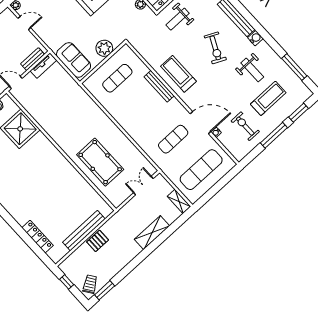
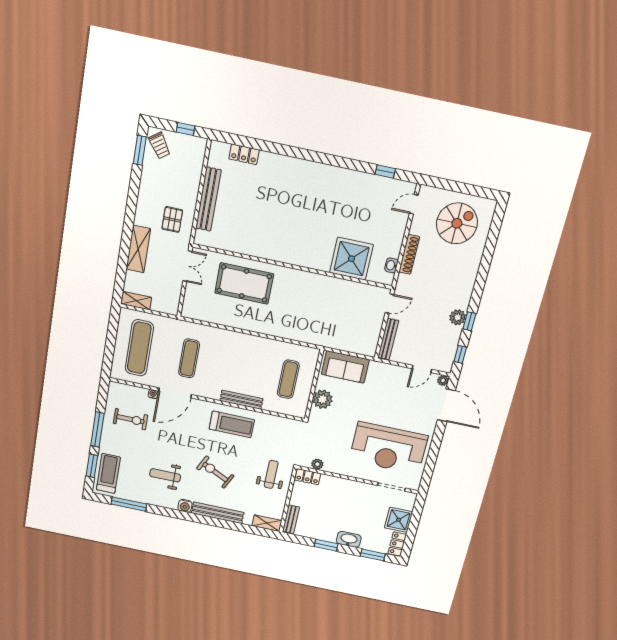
bench: (33, 59) -> (388, 339), width x1.36
tv unit: (43, 66) -> (372, 340), removed
treadmill: (268, 98) -> (108, 473), moved, turned 180
double door: (143, 186) -> (187, 266), moved
locker: (38, 237) -> (244, 154), width x0.66
pallet: (98, 241) -> (172, 219), moved

